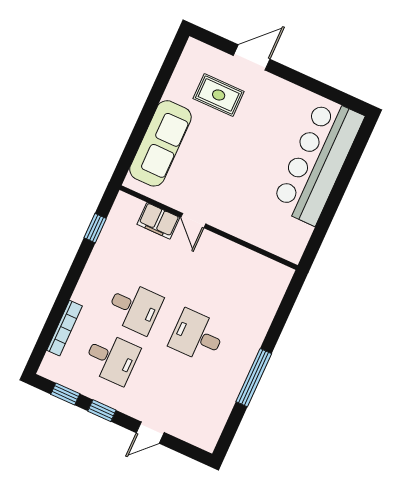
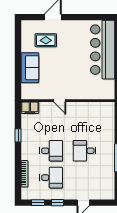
sofa: (160, 143) -> (30, 68), width x0.73
filing cabinet: (158, 221) -> (30, 108), moved
window: (95, 228) -> (18, 135), moved

